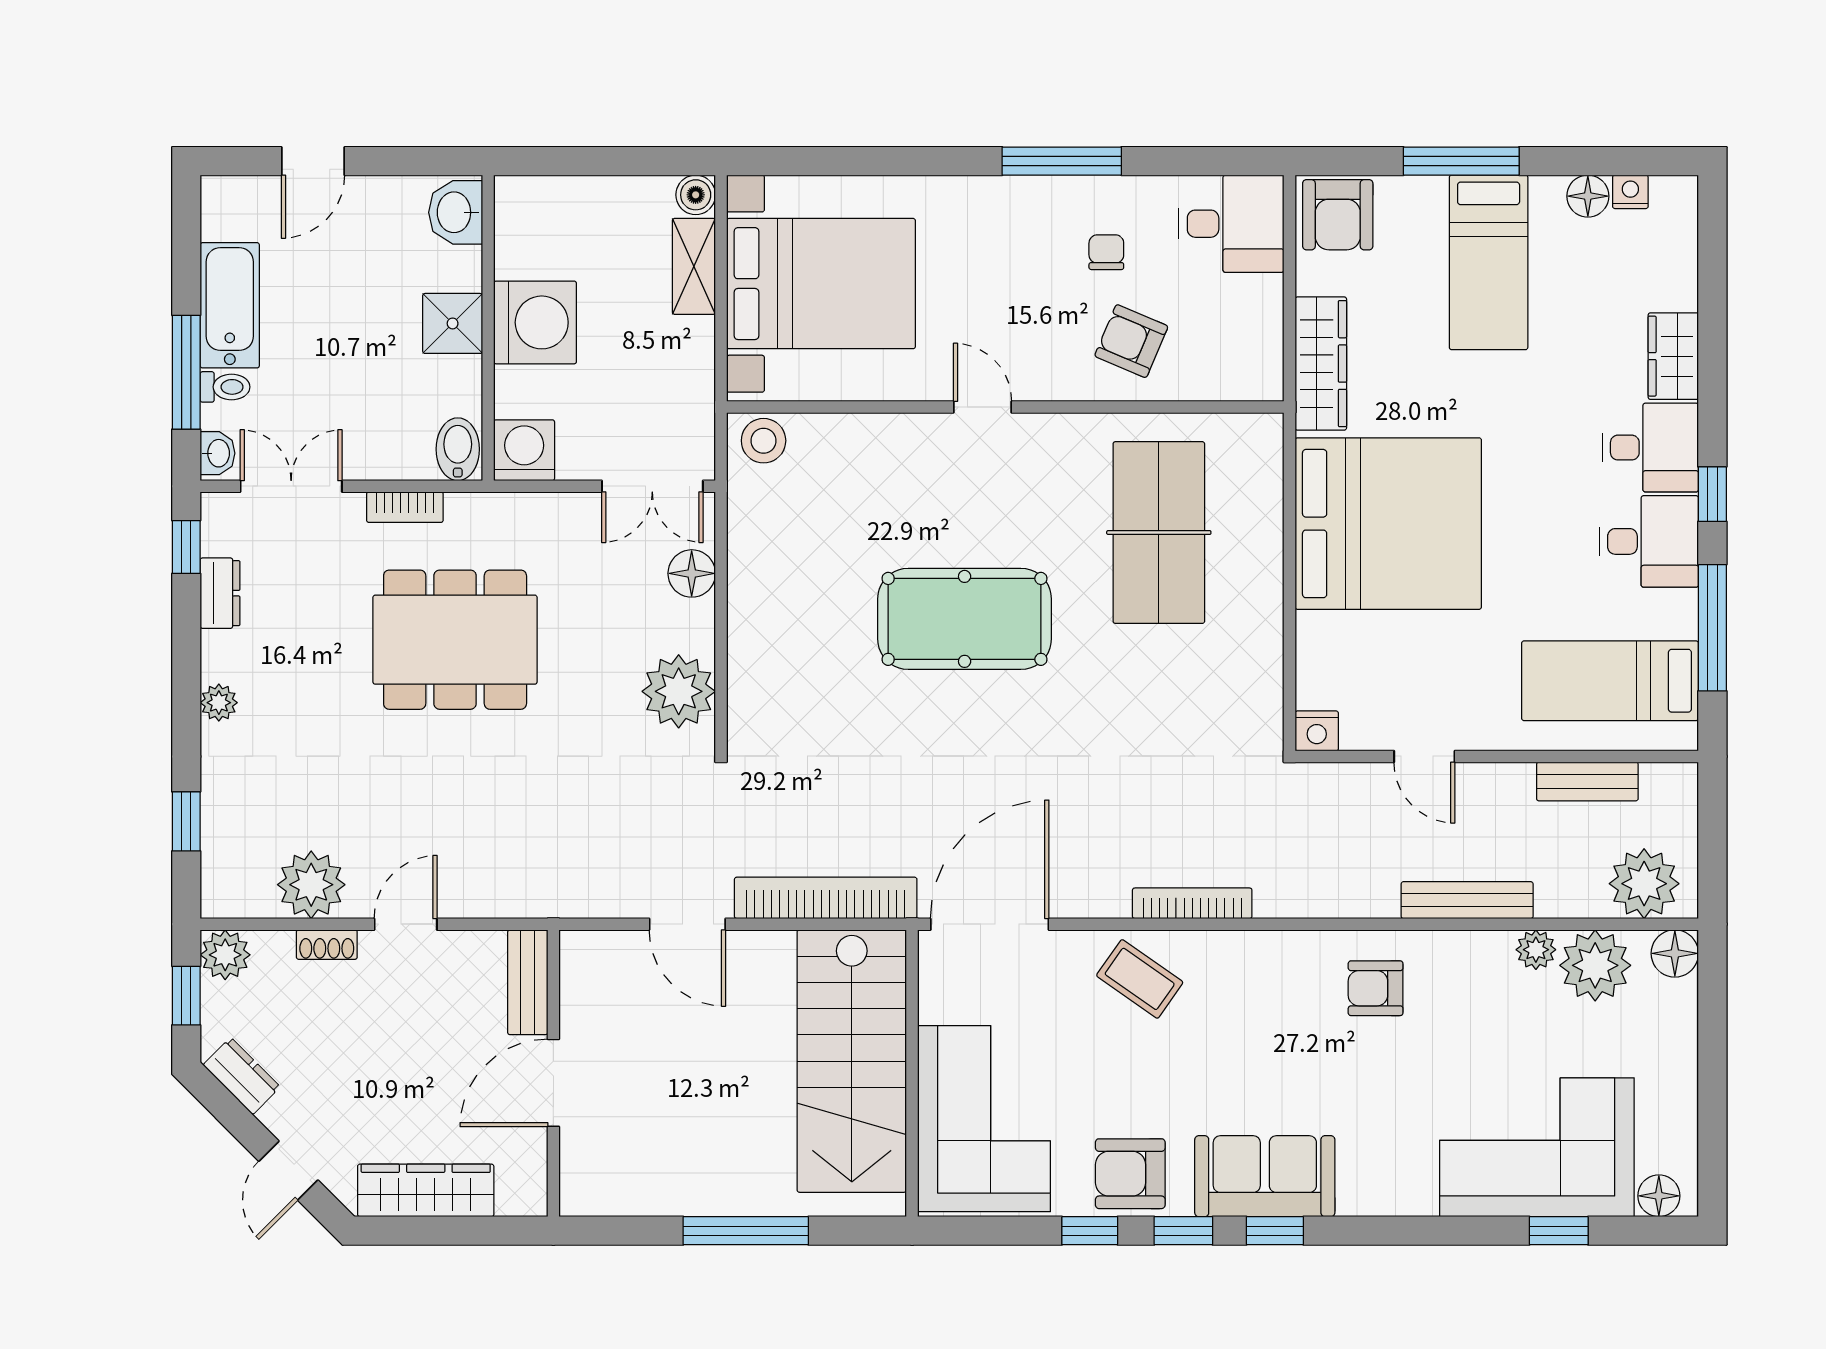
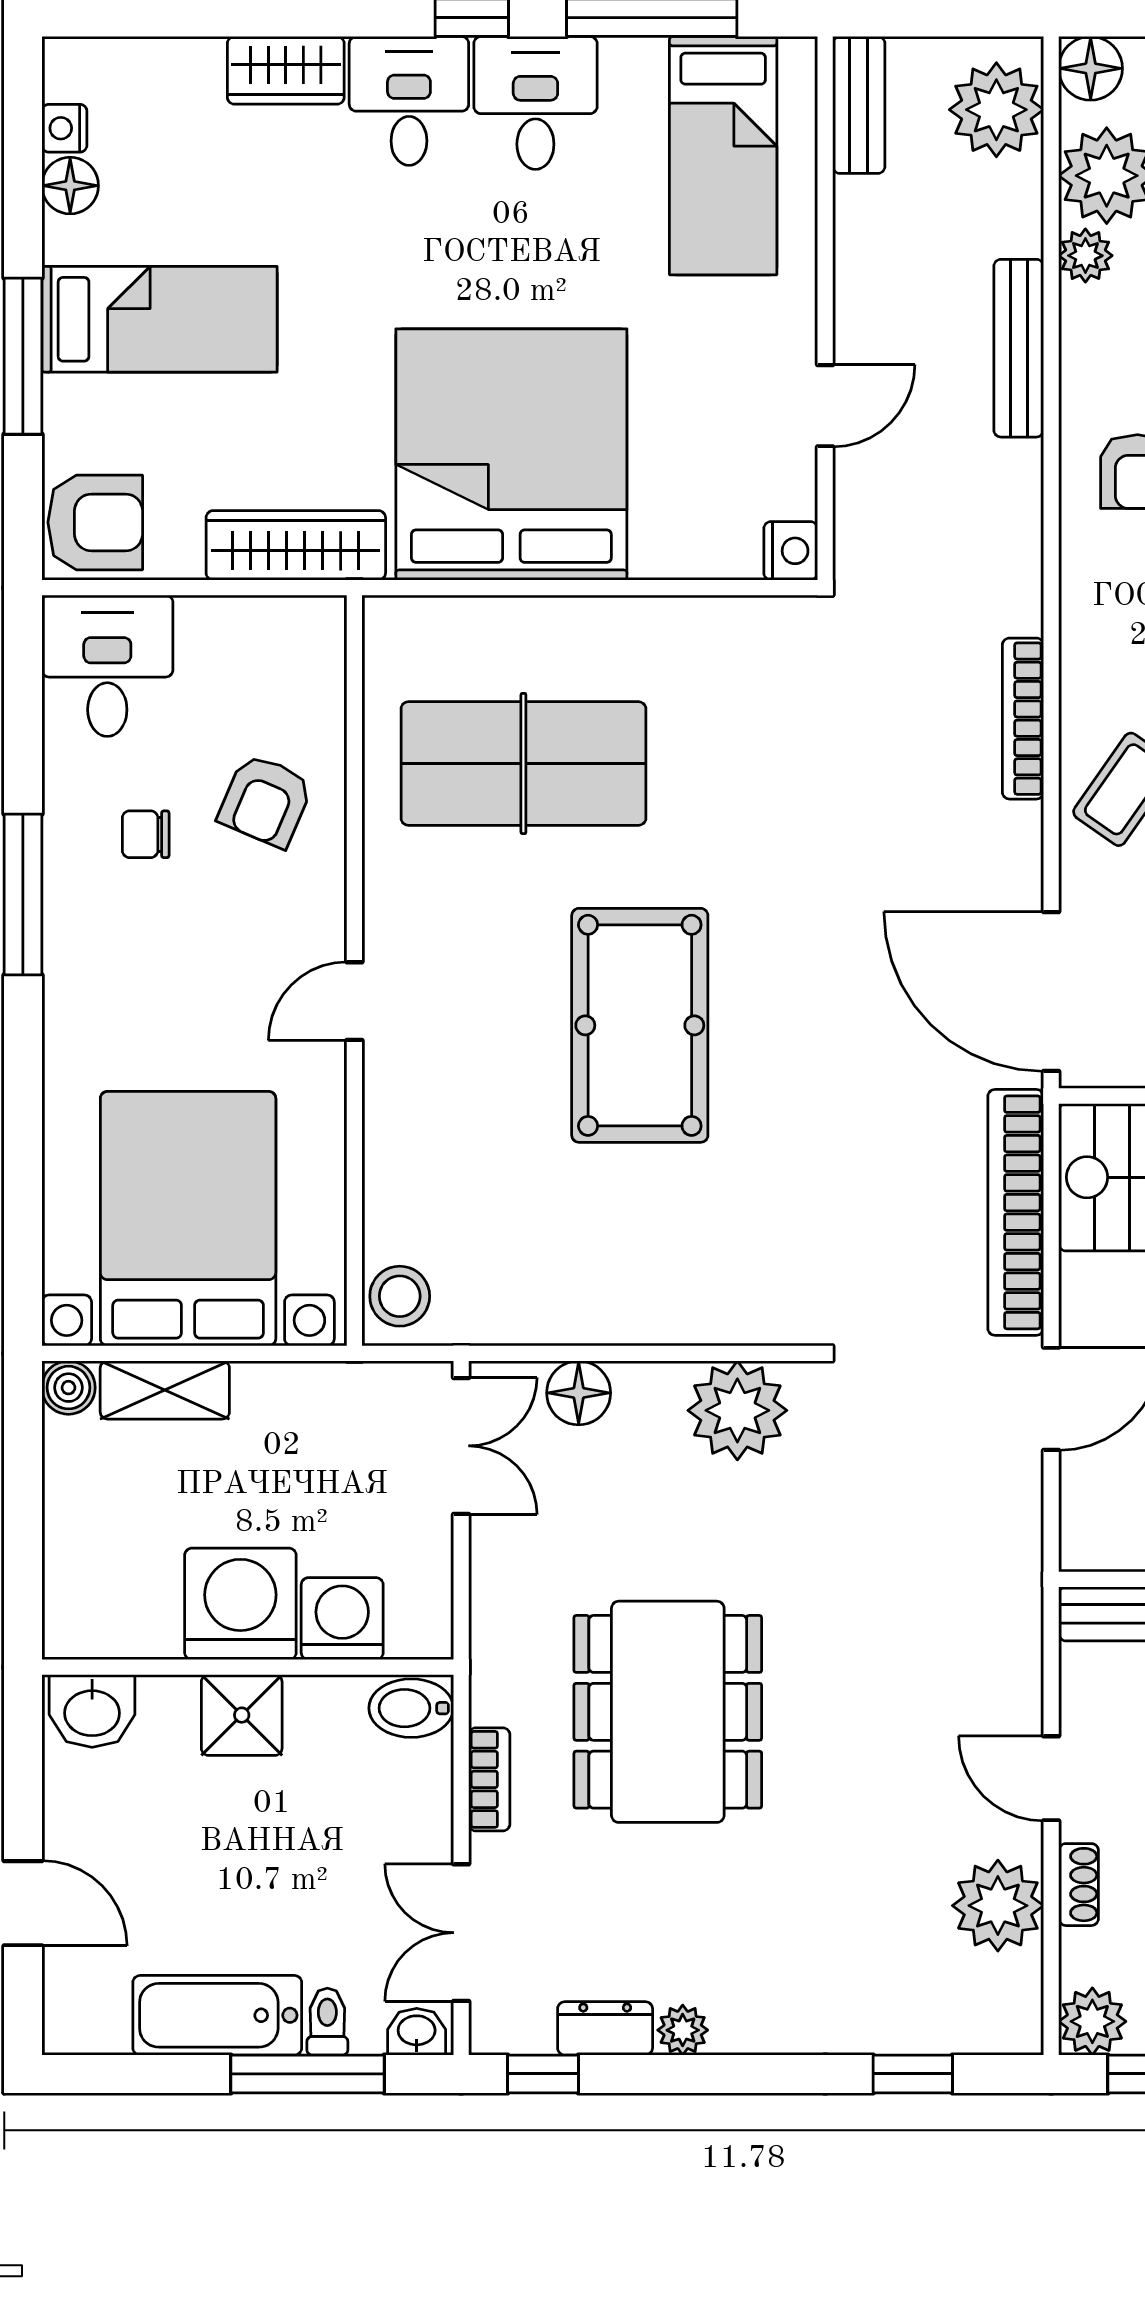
washing machine: (524, 450) -> (342, 1619), moved, turned 90
plant: (219, 703) -> (683, 2030), moved
bench: (1587, 781) -> (859, 105), moved

